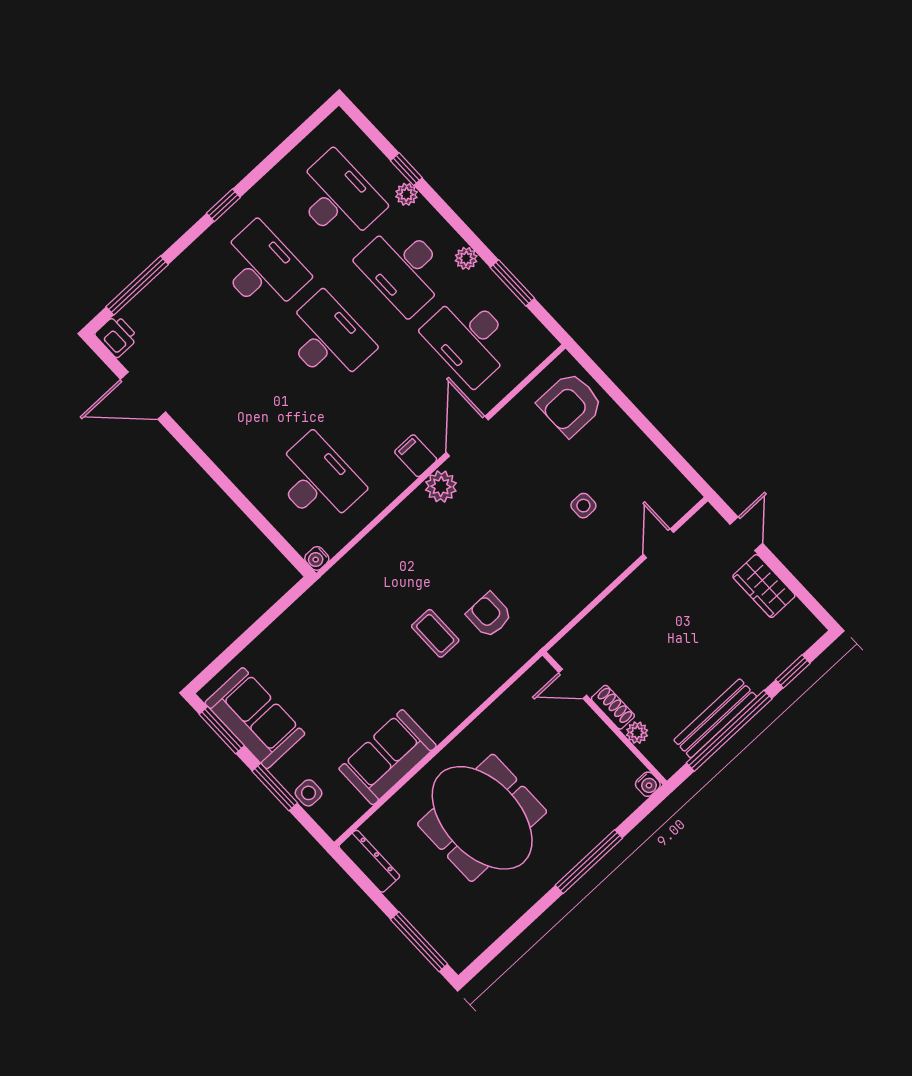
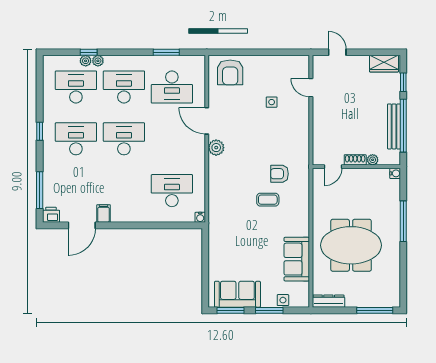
plant: (466, 258) -> (86, 61), moved
desk: (404, 268) -> (124, 87), turned 180
filing cabinet: (416, 456) -> (104, 213), moved, turned 90
wardrobe: (764, 586) -> (384, 64), moved

